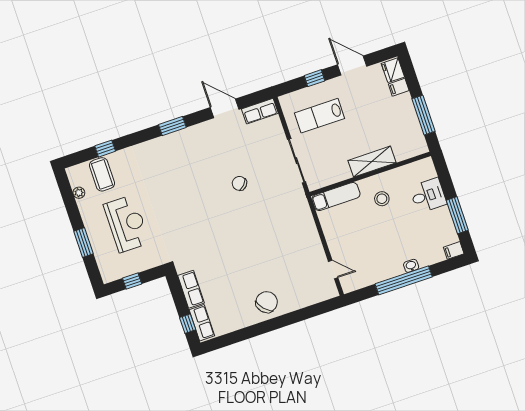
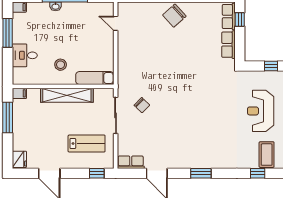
window: (314, 78) -> (97, 173), moved
filing cabinet: (399, 87) -> (19, 93), moved
shelving: (372, 162) -> (67, 95), width x1.47
chair: (239, 183) -> (142, 105), moved

